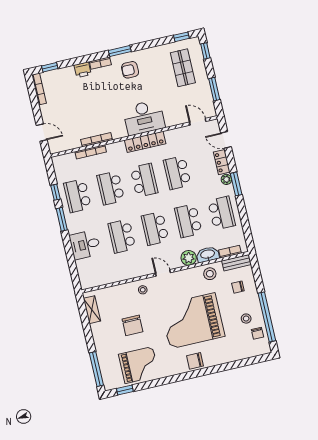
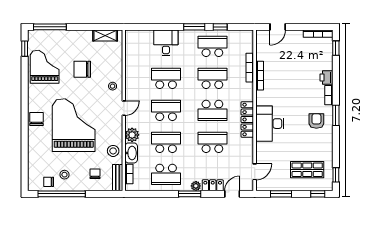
grand piano: (139, 365) -> (45, 67), turned 180

